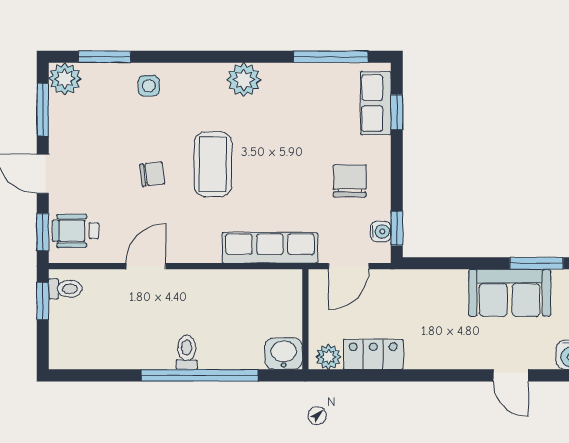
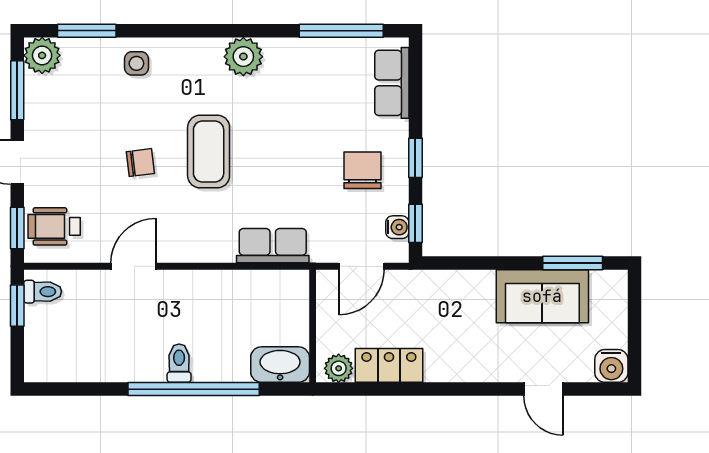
window: (397, 112) -> (415, 158), moved
row of seats: (270, 248) -> (273, 246), width x0.68
washbasin: (284, 354) -> (280, 365), width x1.38

